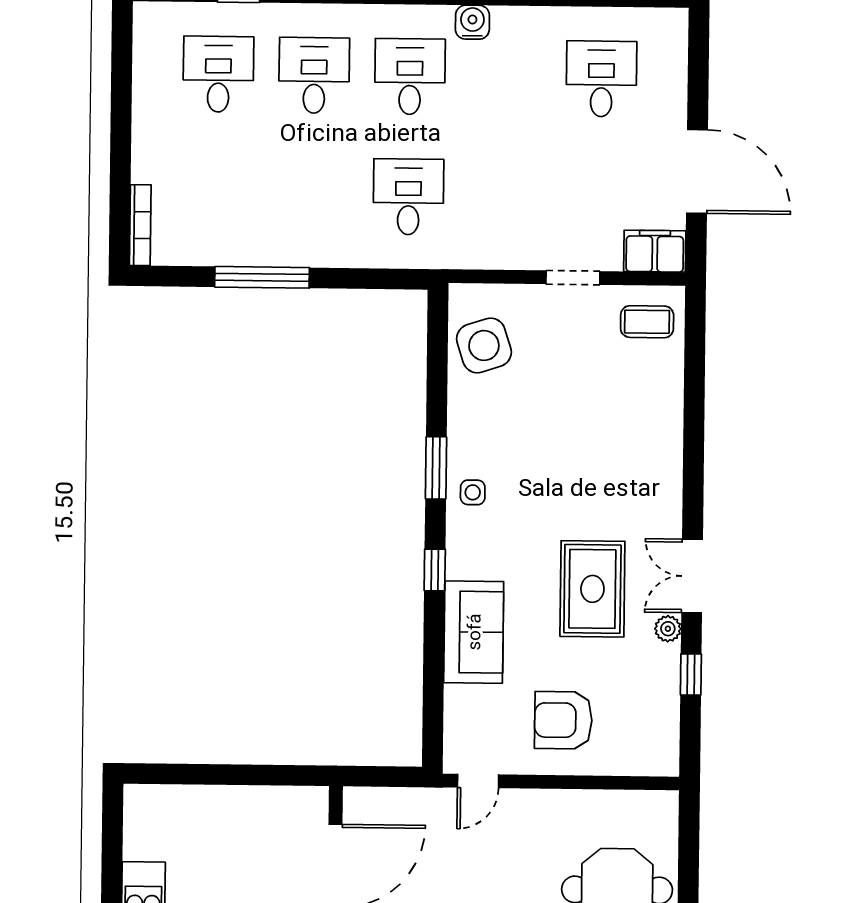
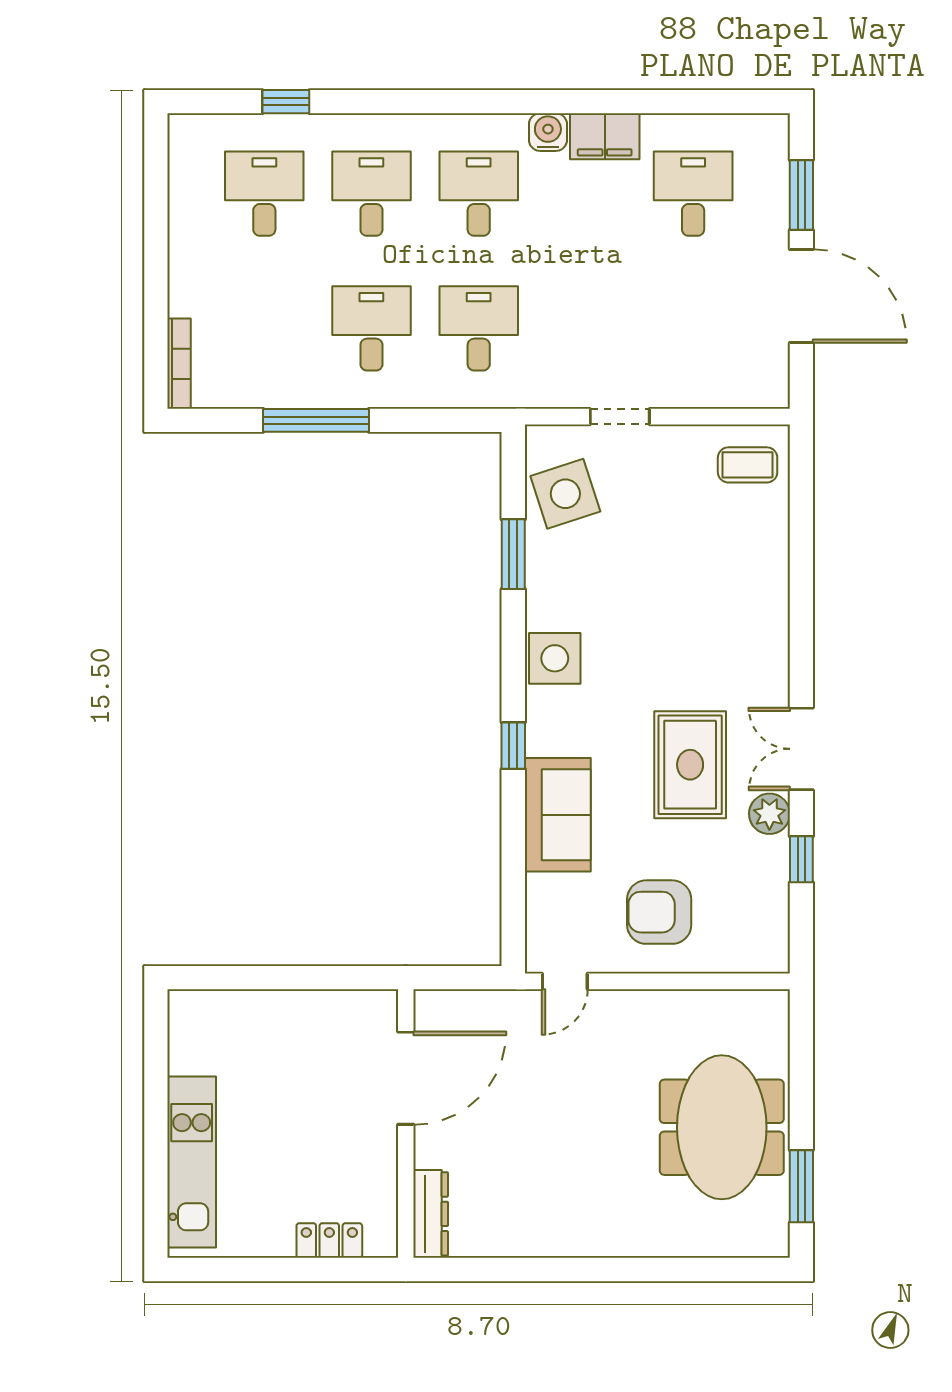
window: (698, 81) -> (801, 195), added
desk: (313, 196) -> (371, 328), added
filing cabinet: (655, 251) -> (605, 136), moved, turned 180
doorway: (573, 278) -> (620, 417), moved
window: (436, 468) -> (513, 554), moved
side table: (473, 492) -> (555, 658), width x1.87, depth x1.87
plant: (668, 629) -> (769, 814), width x1.38, depth x1.38

